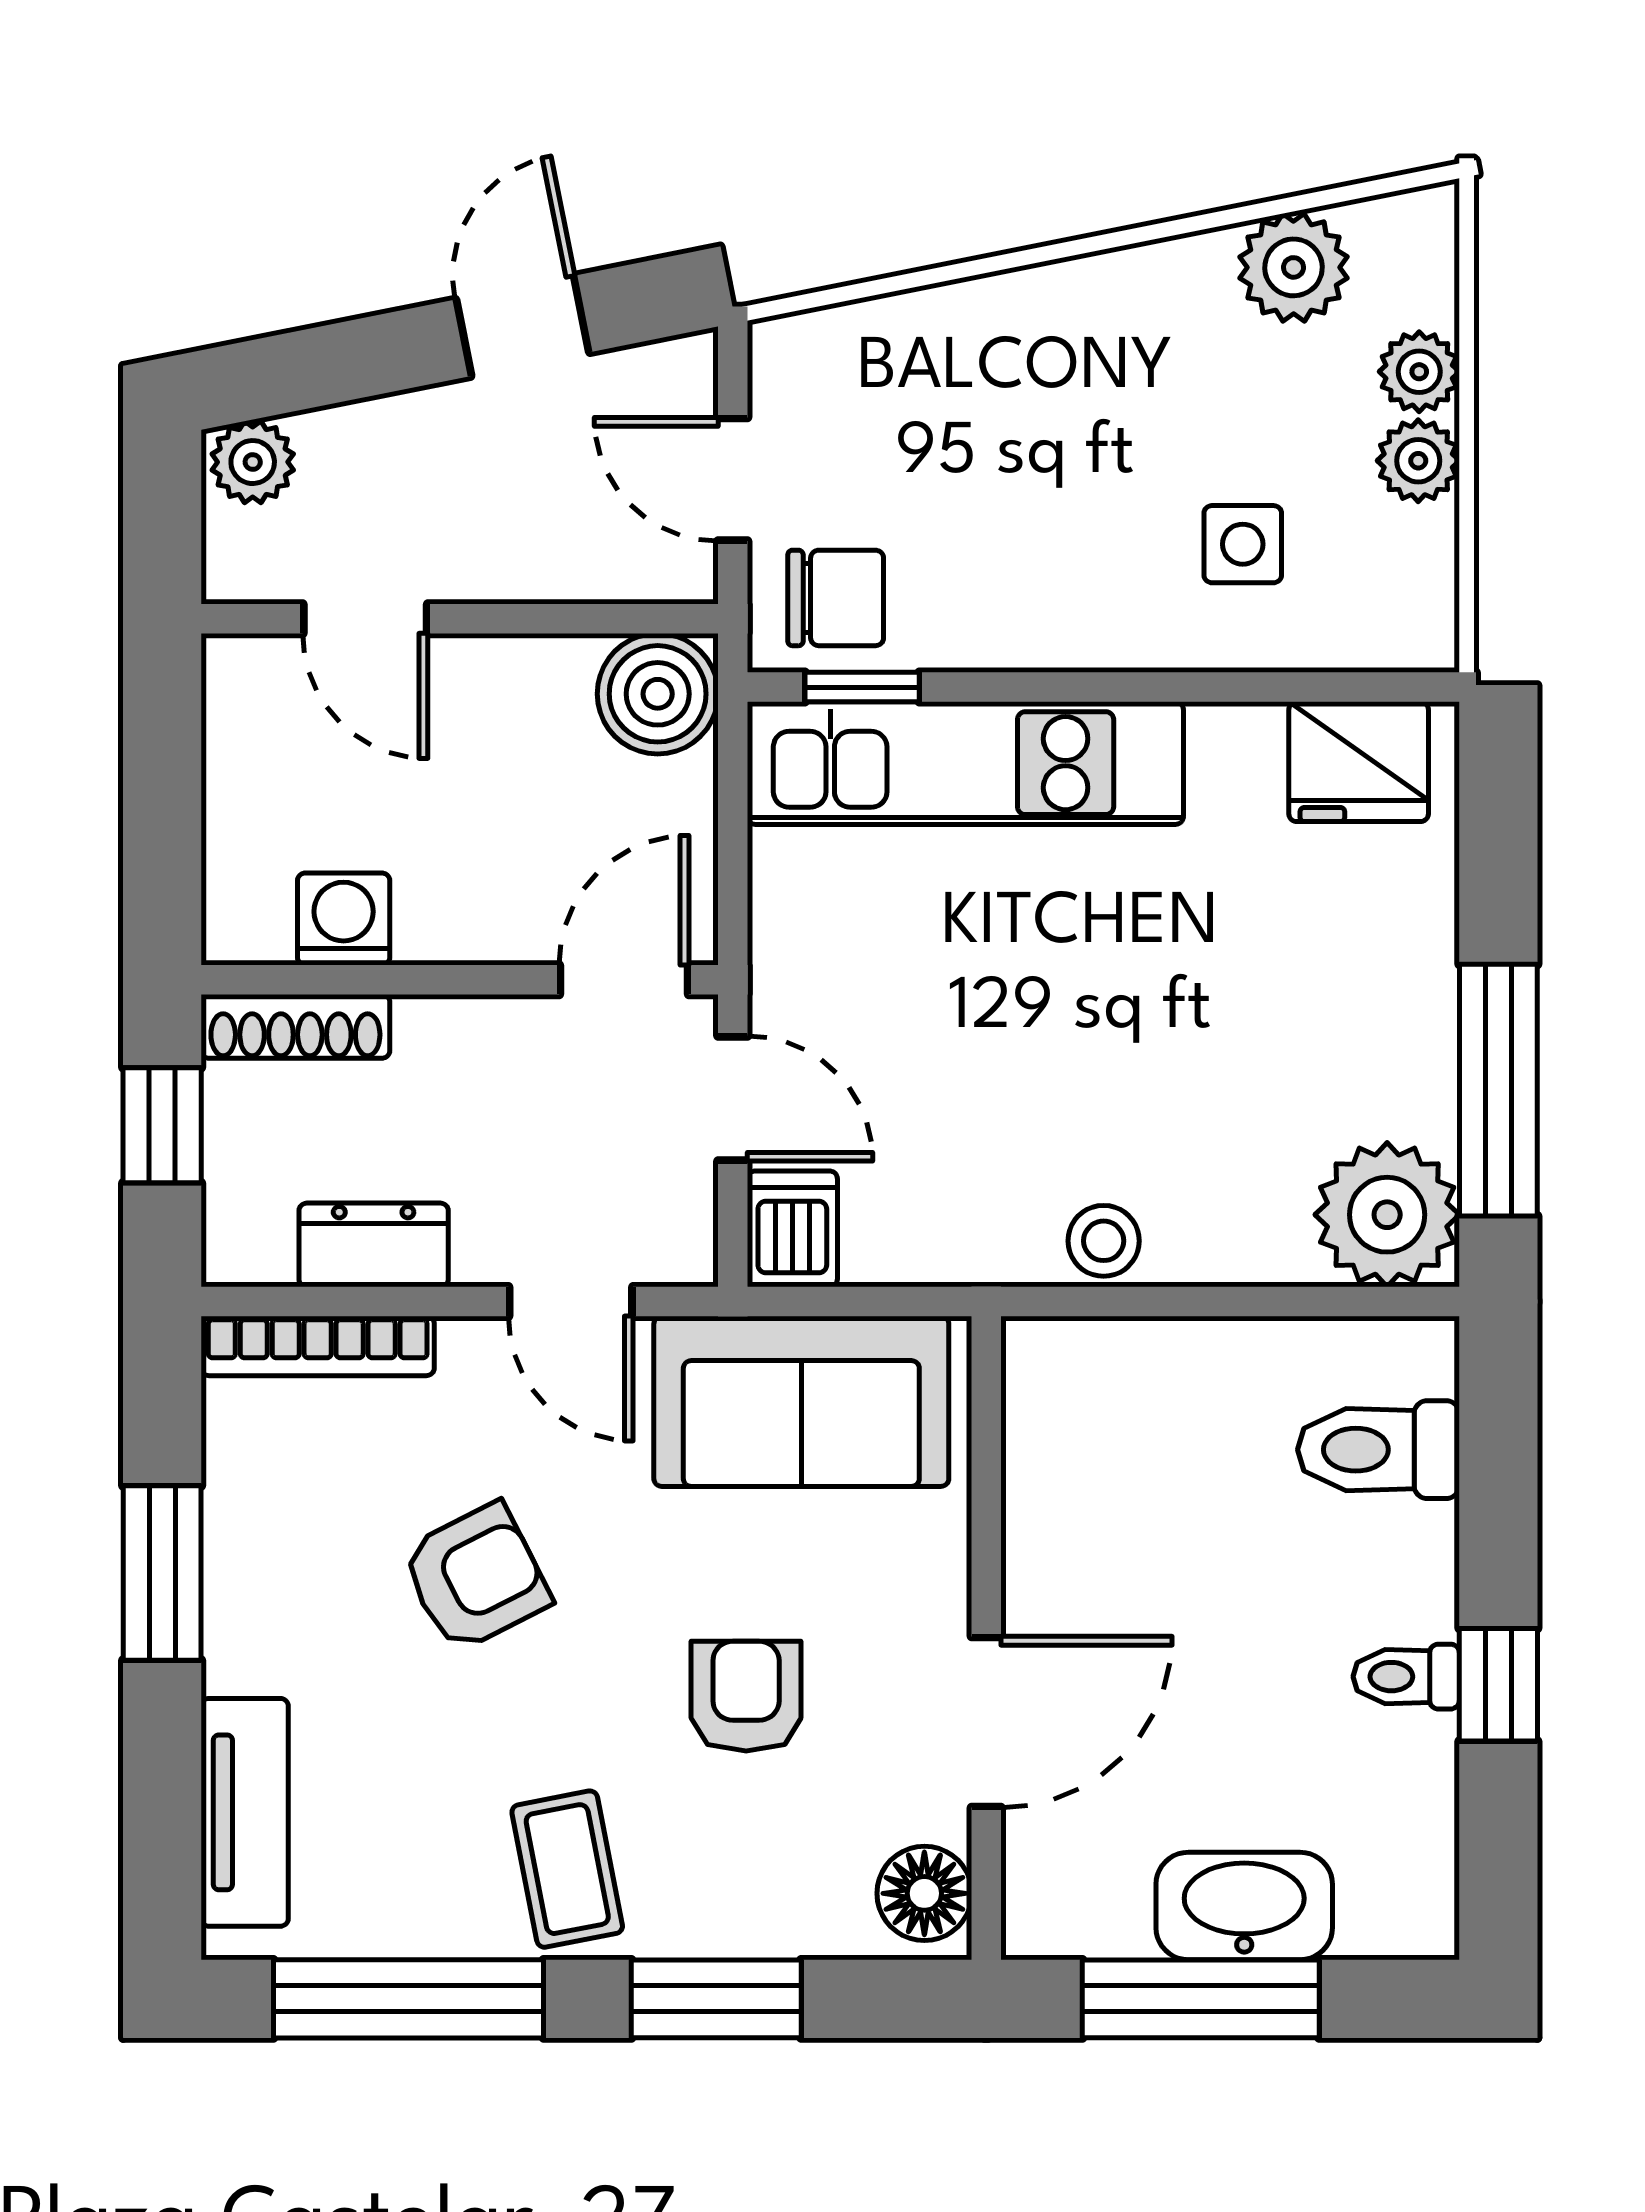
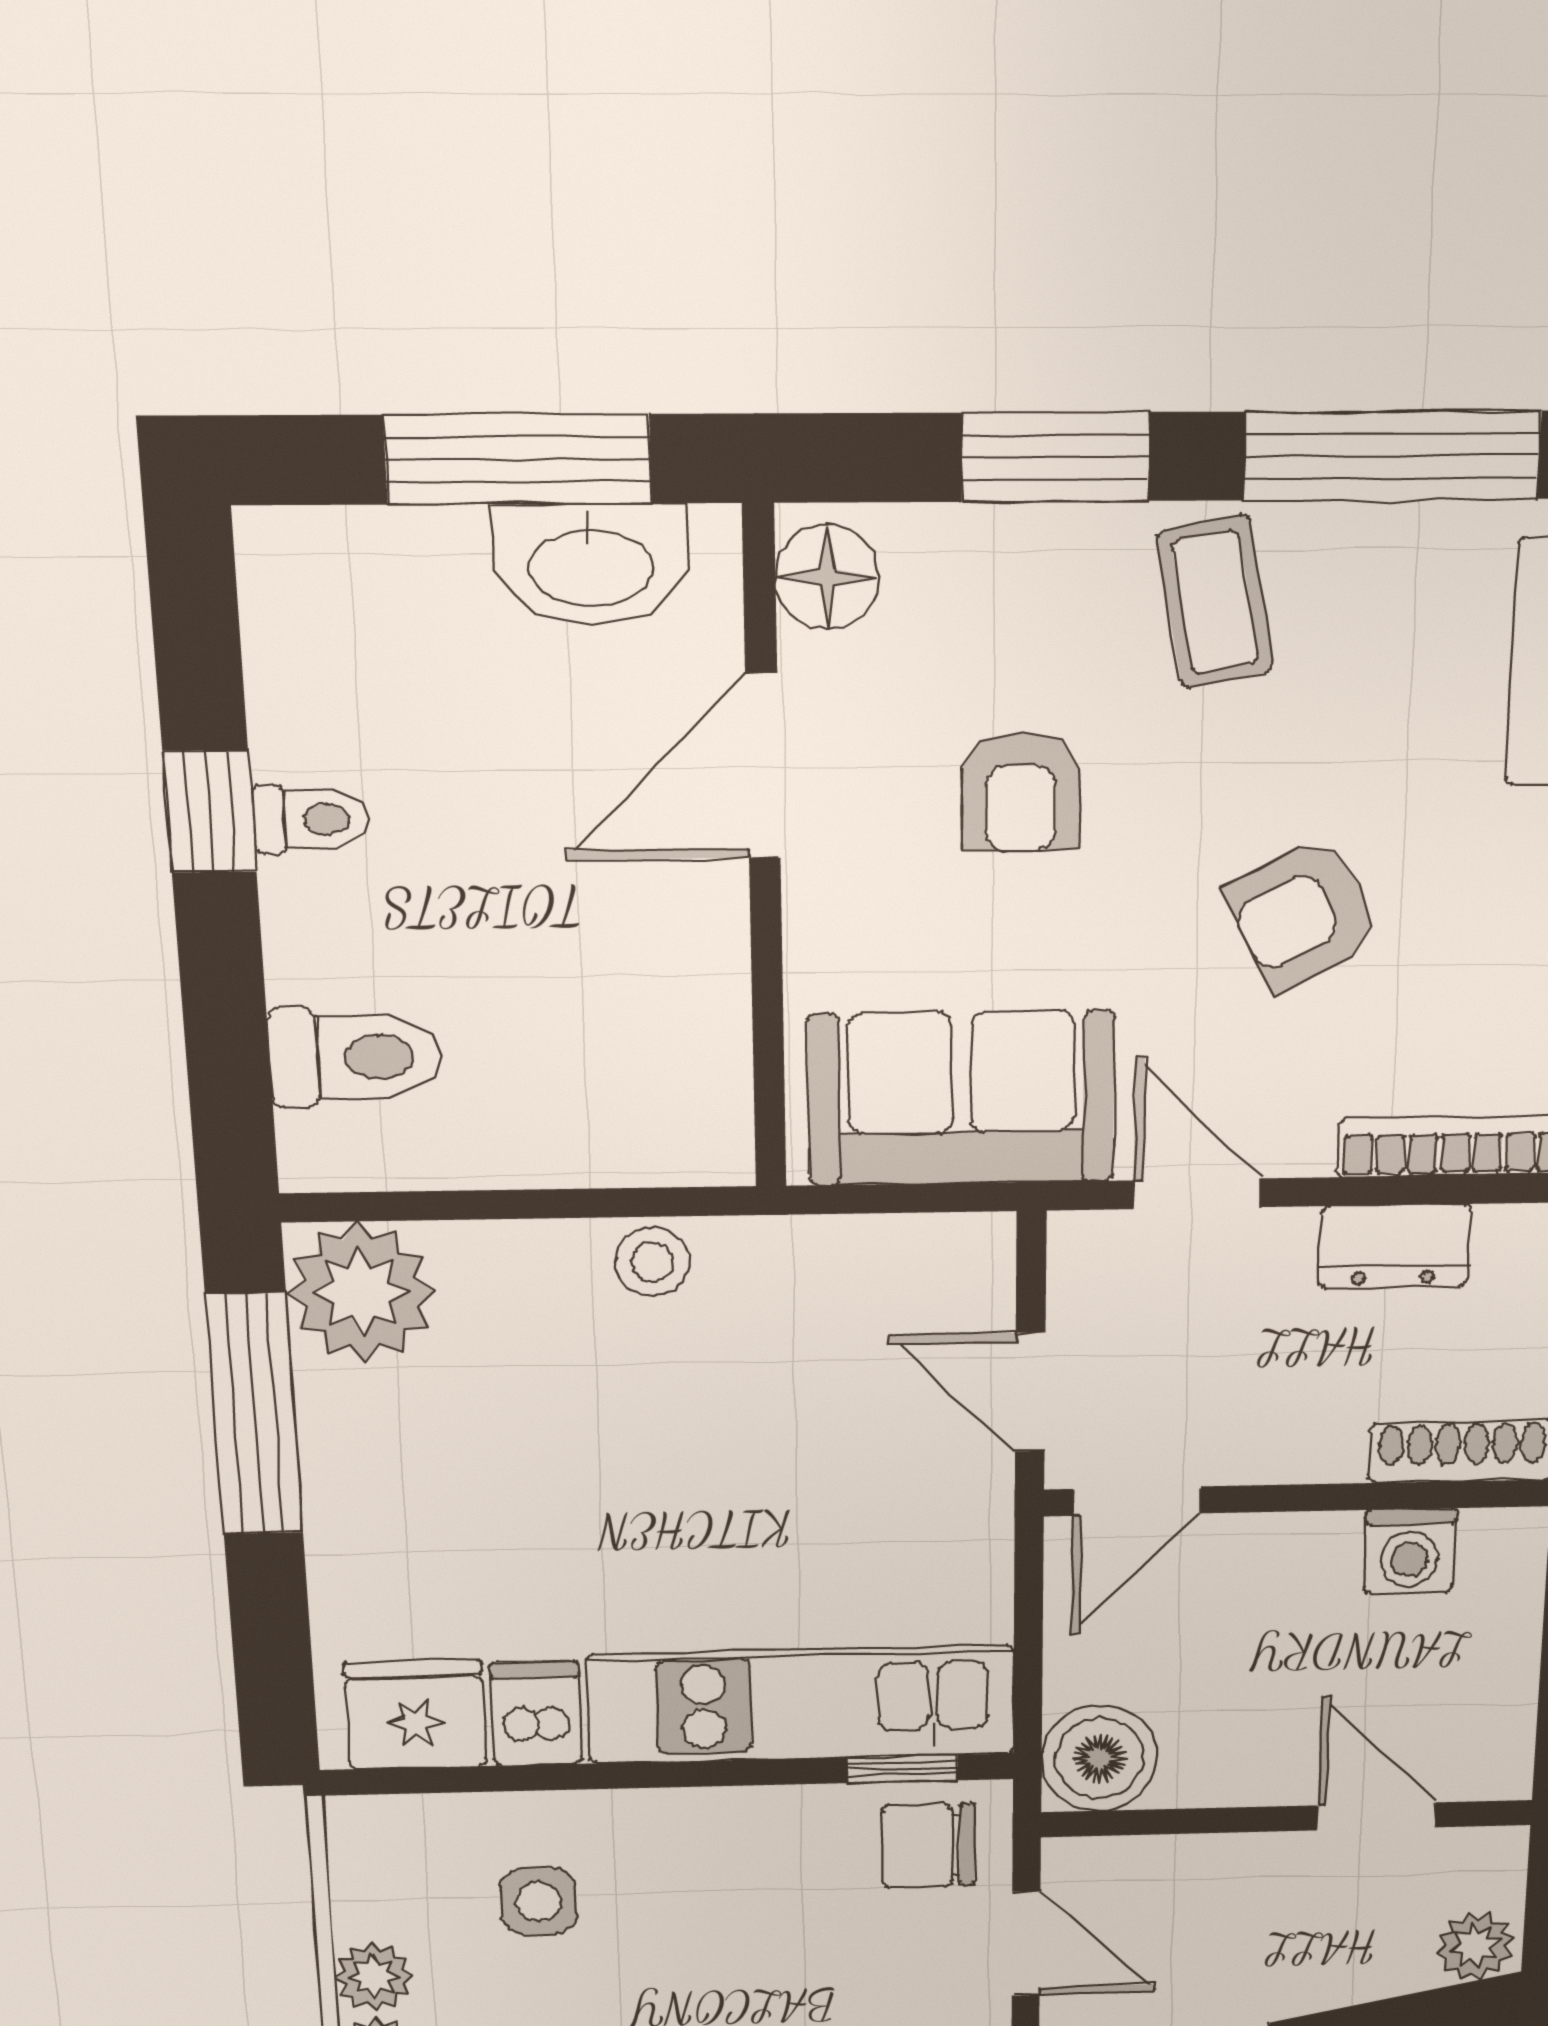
dishwasher: (792, 1229) -> (536, 1713), moved, turned 180
washbasin: (1244, 1906) -> (591, 565), moved

